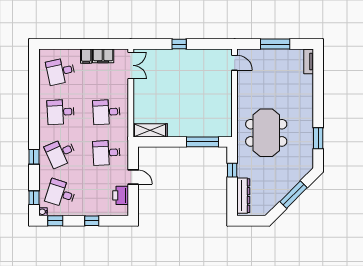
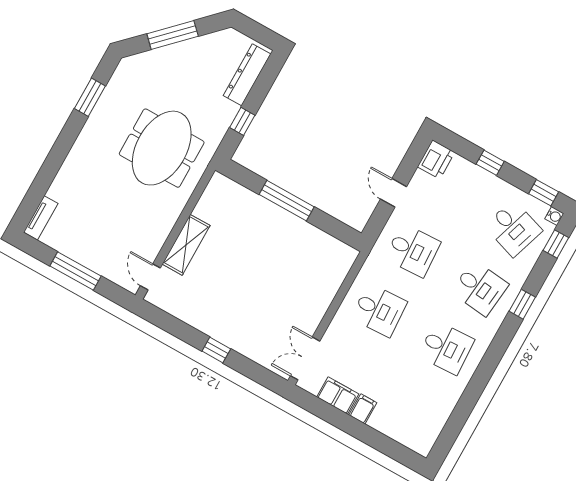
desk: (61, 71) -> (413, 408), removed
shelving: (150, 130) -> (186, 245), moved, turned 90
window: (203, 142) -> (287, 201), moved
desk: (61, 153) -> (480, 288), turned 30
printer: (121, 195) -> (436, 160), moved

